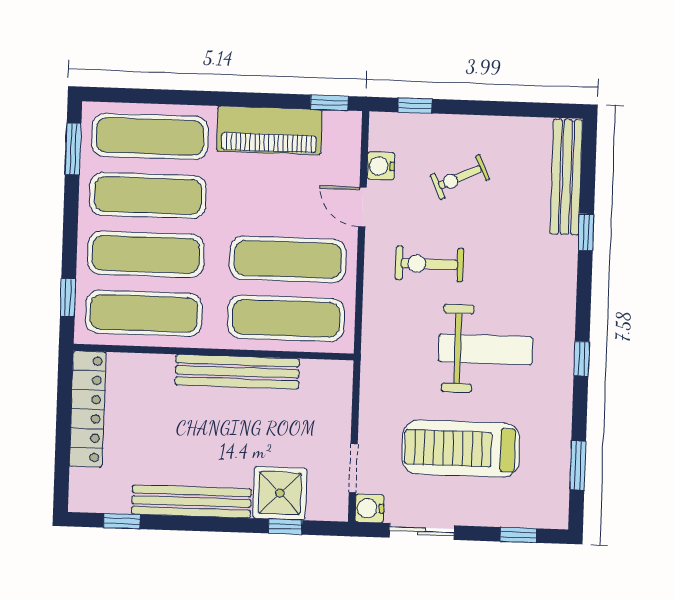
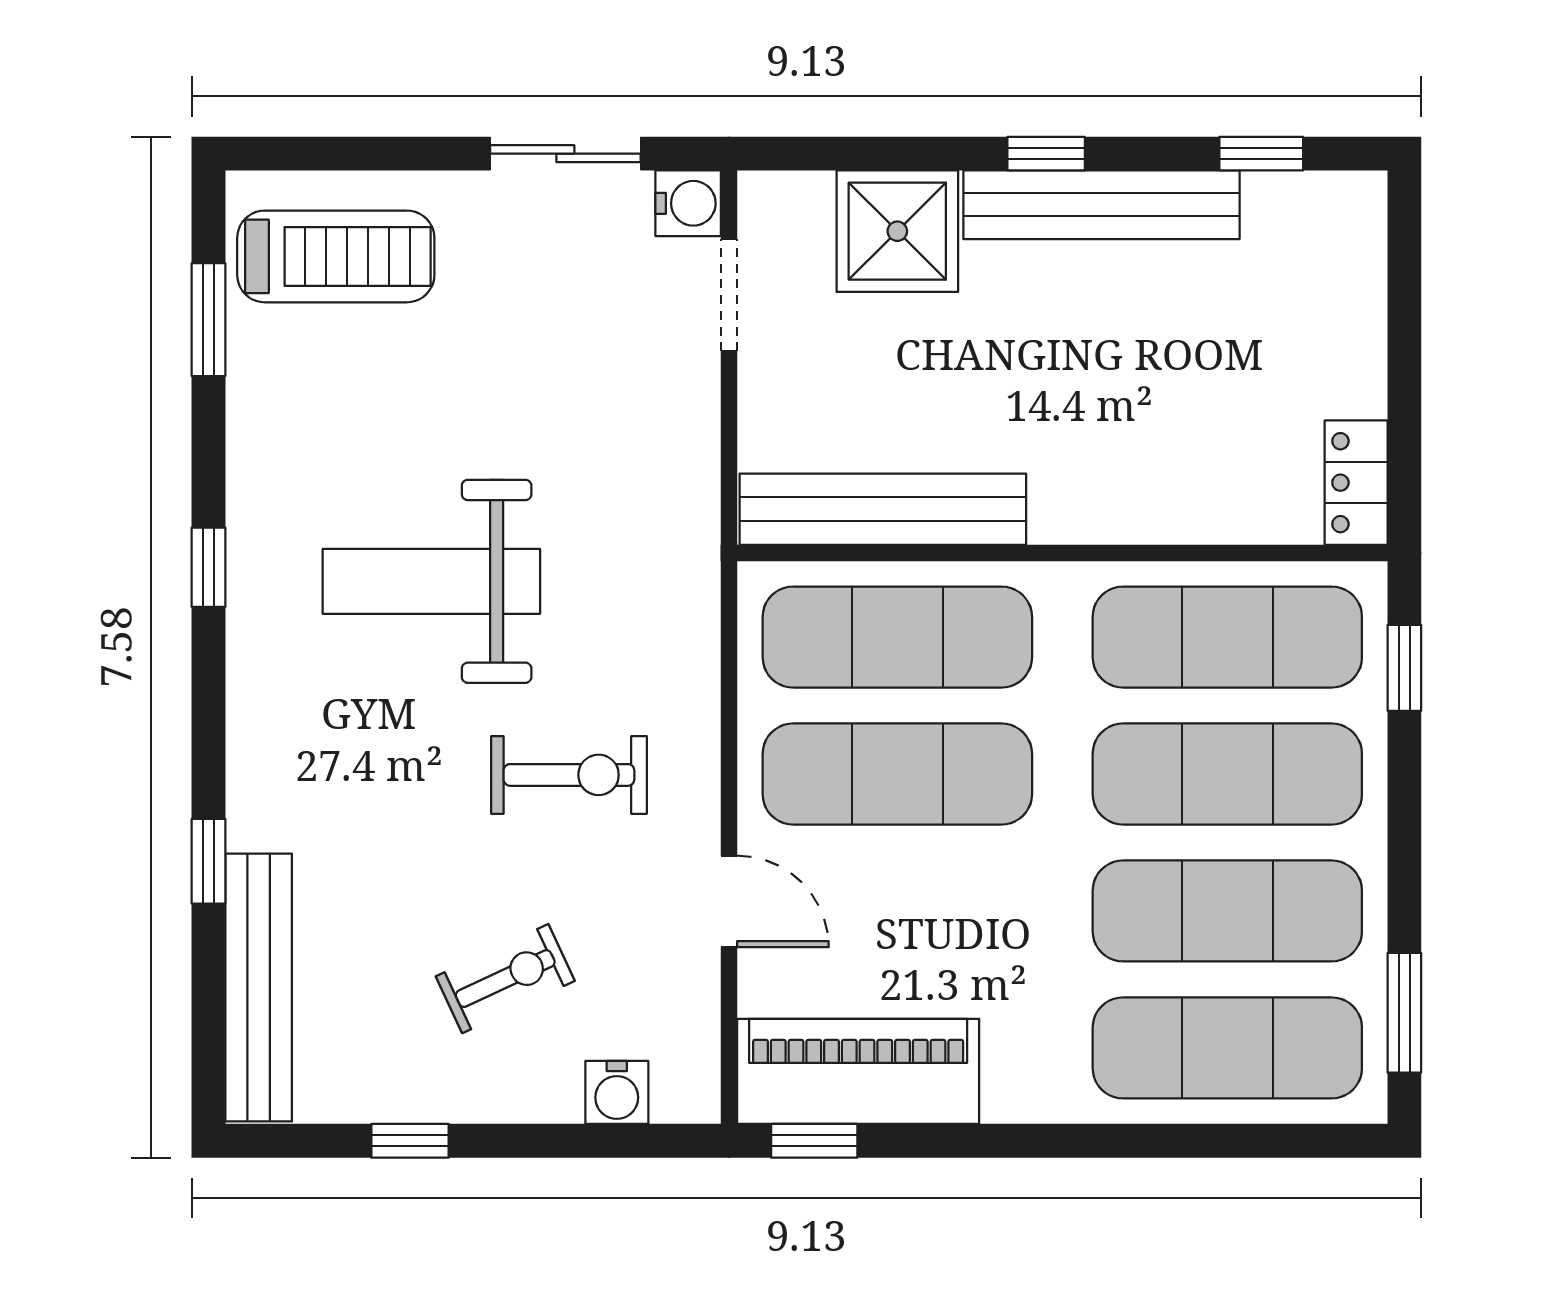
window: (415, 106) -> (410, 1141), moved
piano: (269, 130) -> (858, 1071), moved
water cooler: (381, 166) -> (617, 1092), moved, turned 90
bench: (237, 372) -> (883, 509), moved
locker: (88, 409) -> (1356, 483), width x0.46, depth x0.83
treadmill: (461, 449) -> (336, 256), moved, width x0.73, depth x0.73
window: (285, 527) -> (1046, 154), moved
window: (518, 535) -> (341, 154), removed

